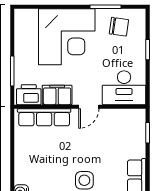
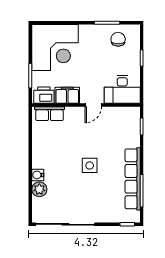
chair: (119, 27) -> (118, 39), turned -98
corner desk: (67, 37) -> (55, 48), moved
row of seats: (44, 117) -> (49, 114), width x0.68

